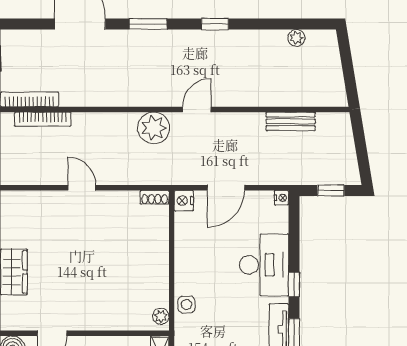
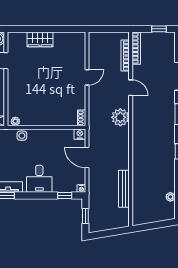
door: (197, 109) -> (131, 88), moved
bench: (291, 121) -> (124, 189), width x1.36
desk: (264, 265) -> (39, 179), width x0.73
window: (294, 284) -> (65, 196), moved

